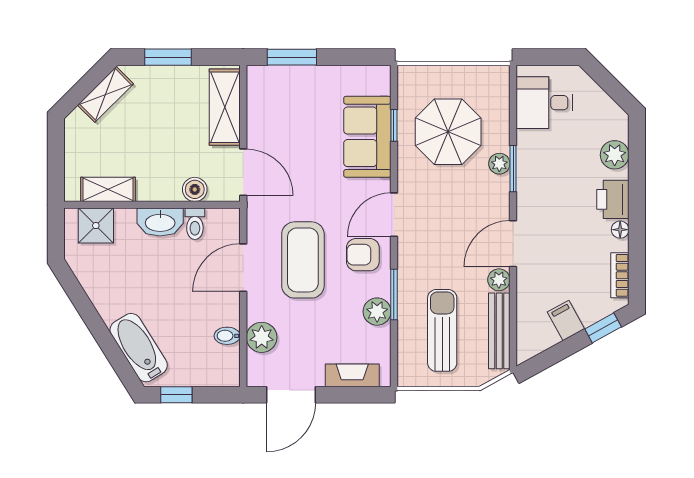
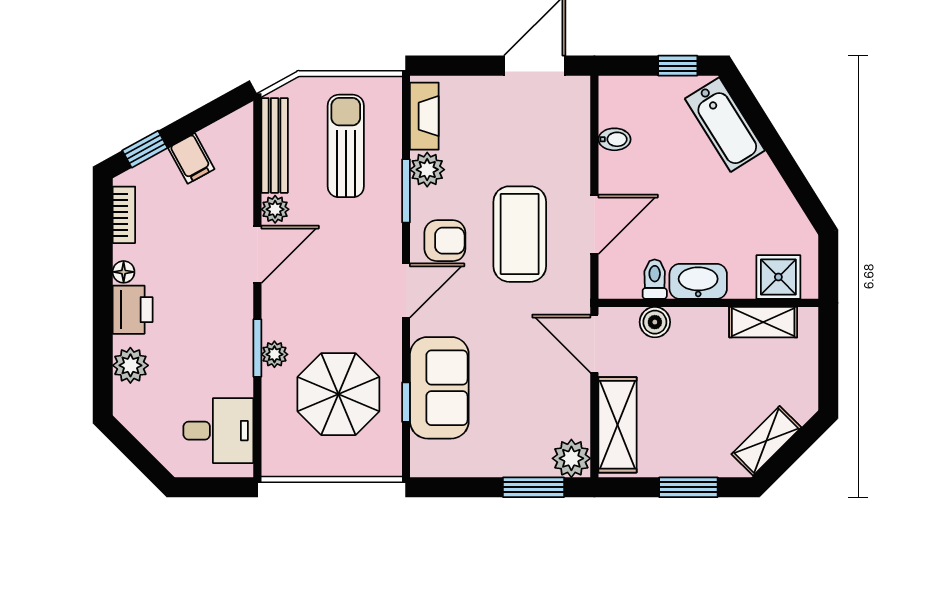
sun lounger: (442, 330) -> (346, 146), turned 180
plant: (262, 337) -> (571, 458), moved
fireplace: (352, 375) -> (424, 116), moved, turned -90

